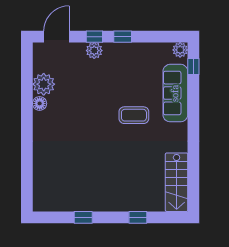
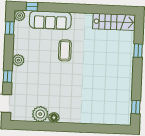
window: (123, 37) -> (10, 28), moved
plant: (94, 51) -> (18, 60), moved
window: (83, 217) -> (136, 107), moved

